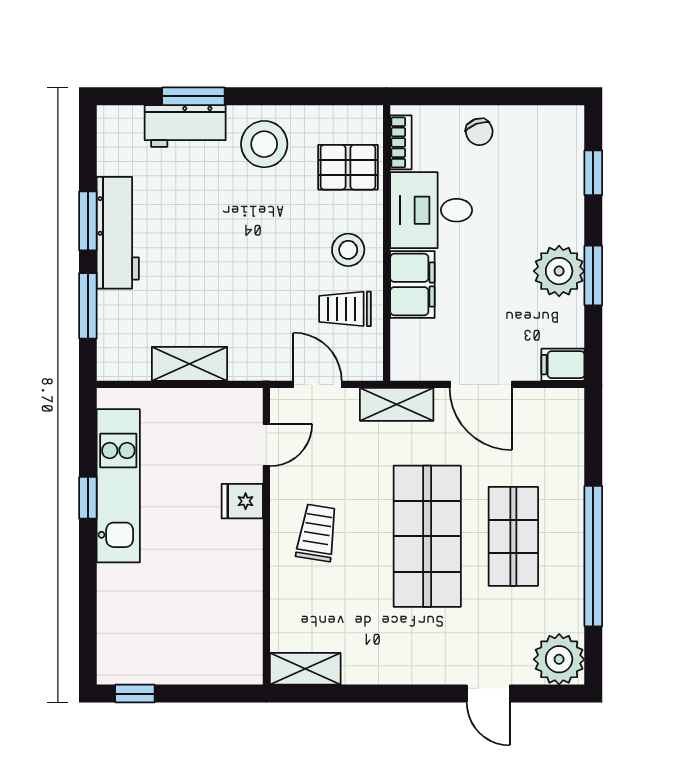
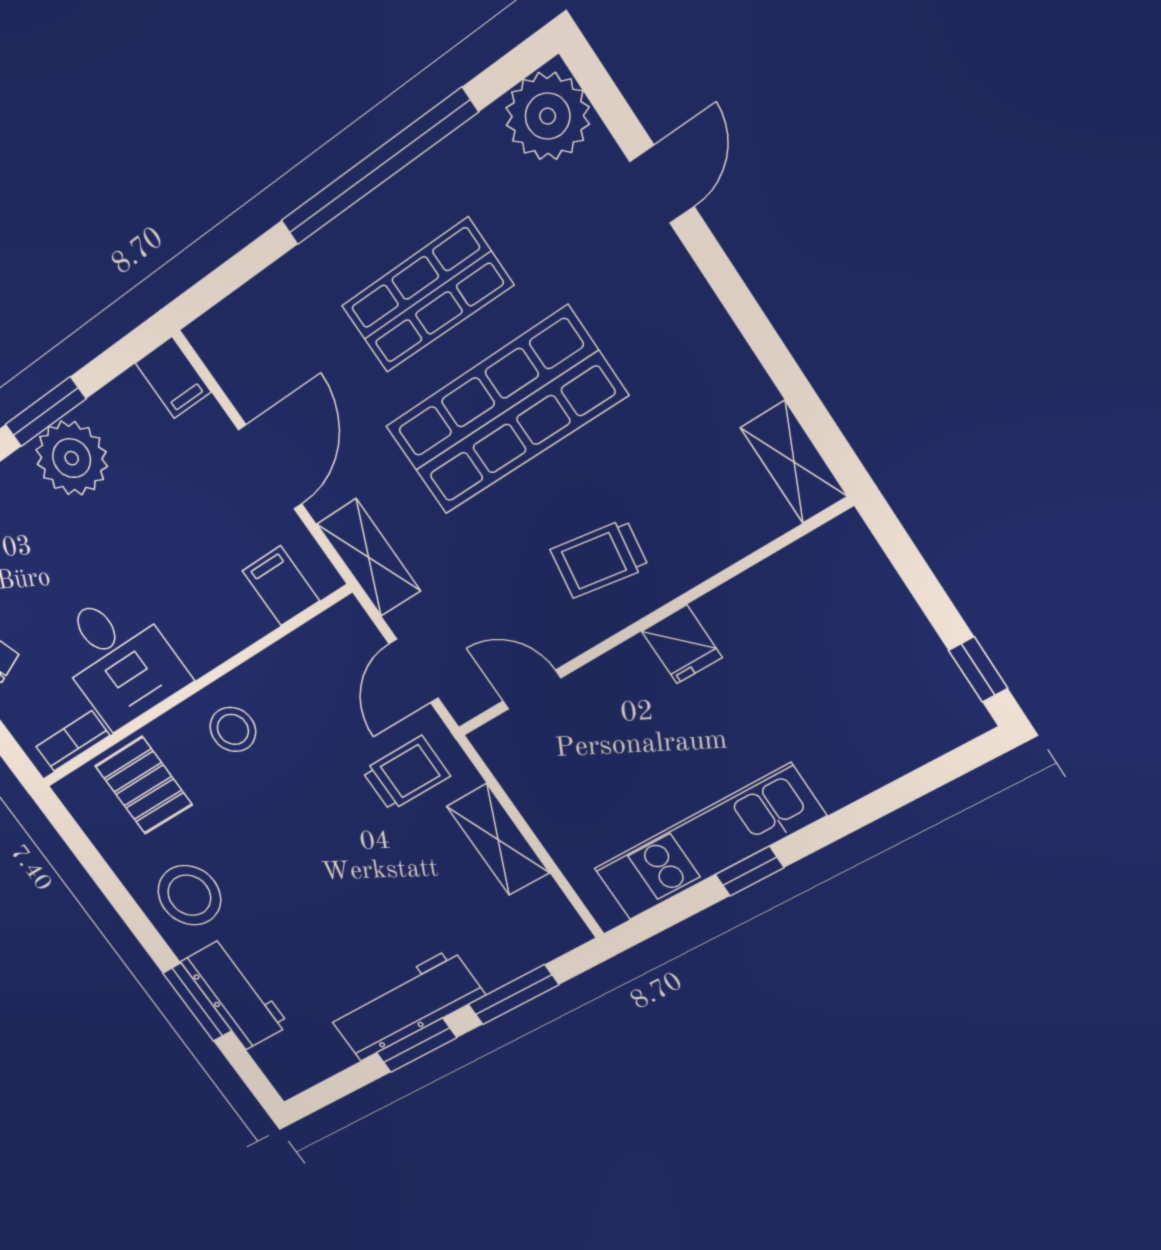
filing cabinet: (412, 285) -> (281, 586), moved, width x0.50
trolley: (345, 309) -> (406, 774), moved, turned -90
fridge: (242, 501) -> (682, 644), moved

